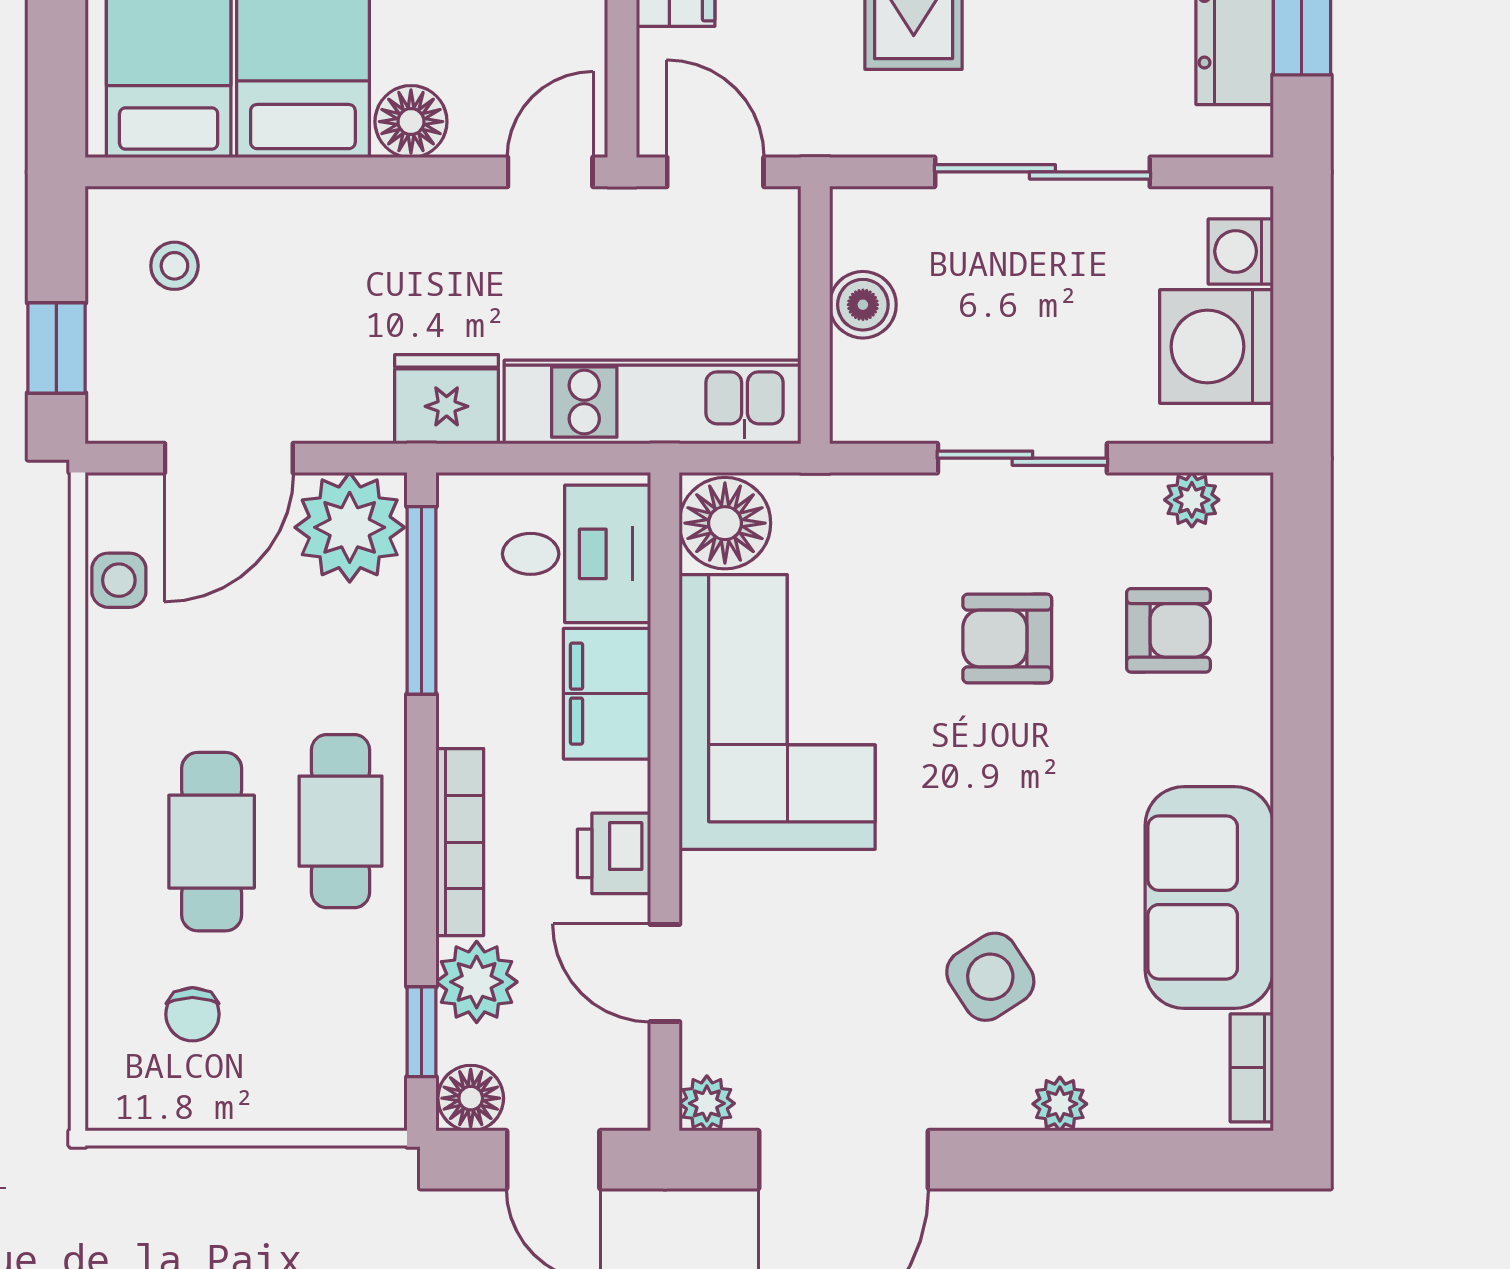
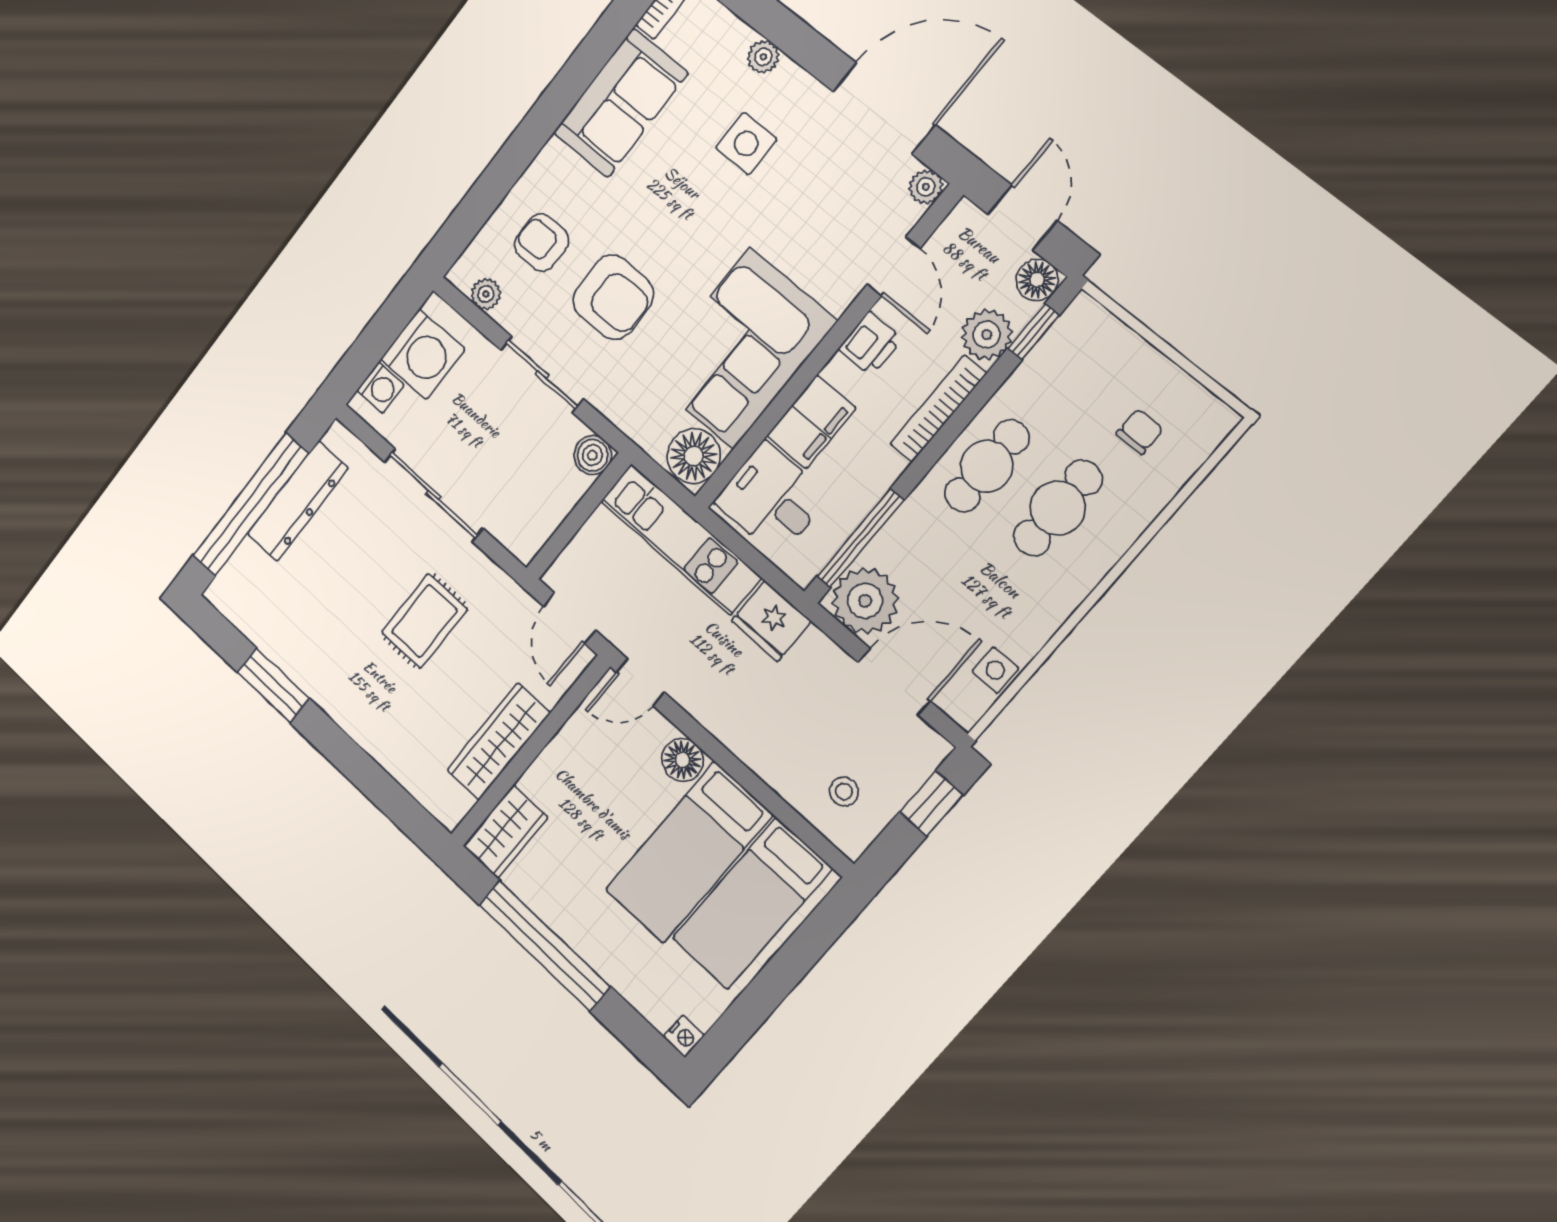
boiler: (863, 305) -> (592, 455), moved
armchair: (1007, 638) -> (613, 297), width x1.38, depth x1.38
side table: (990, 977) -> (746, 144), turned 33

